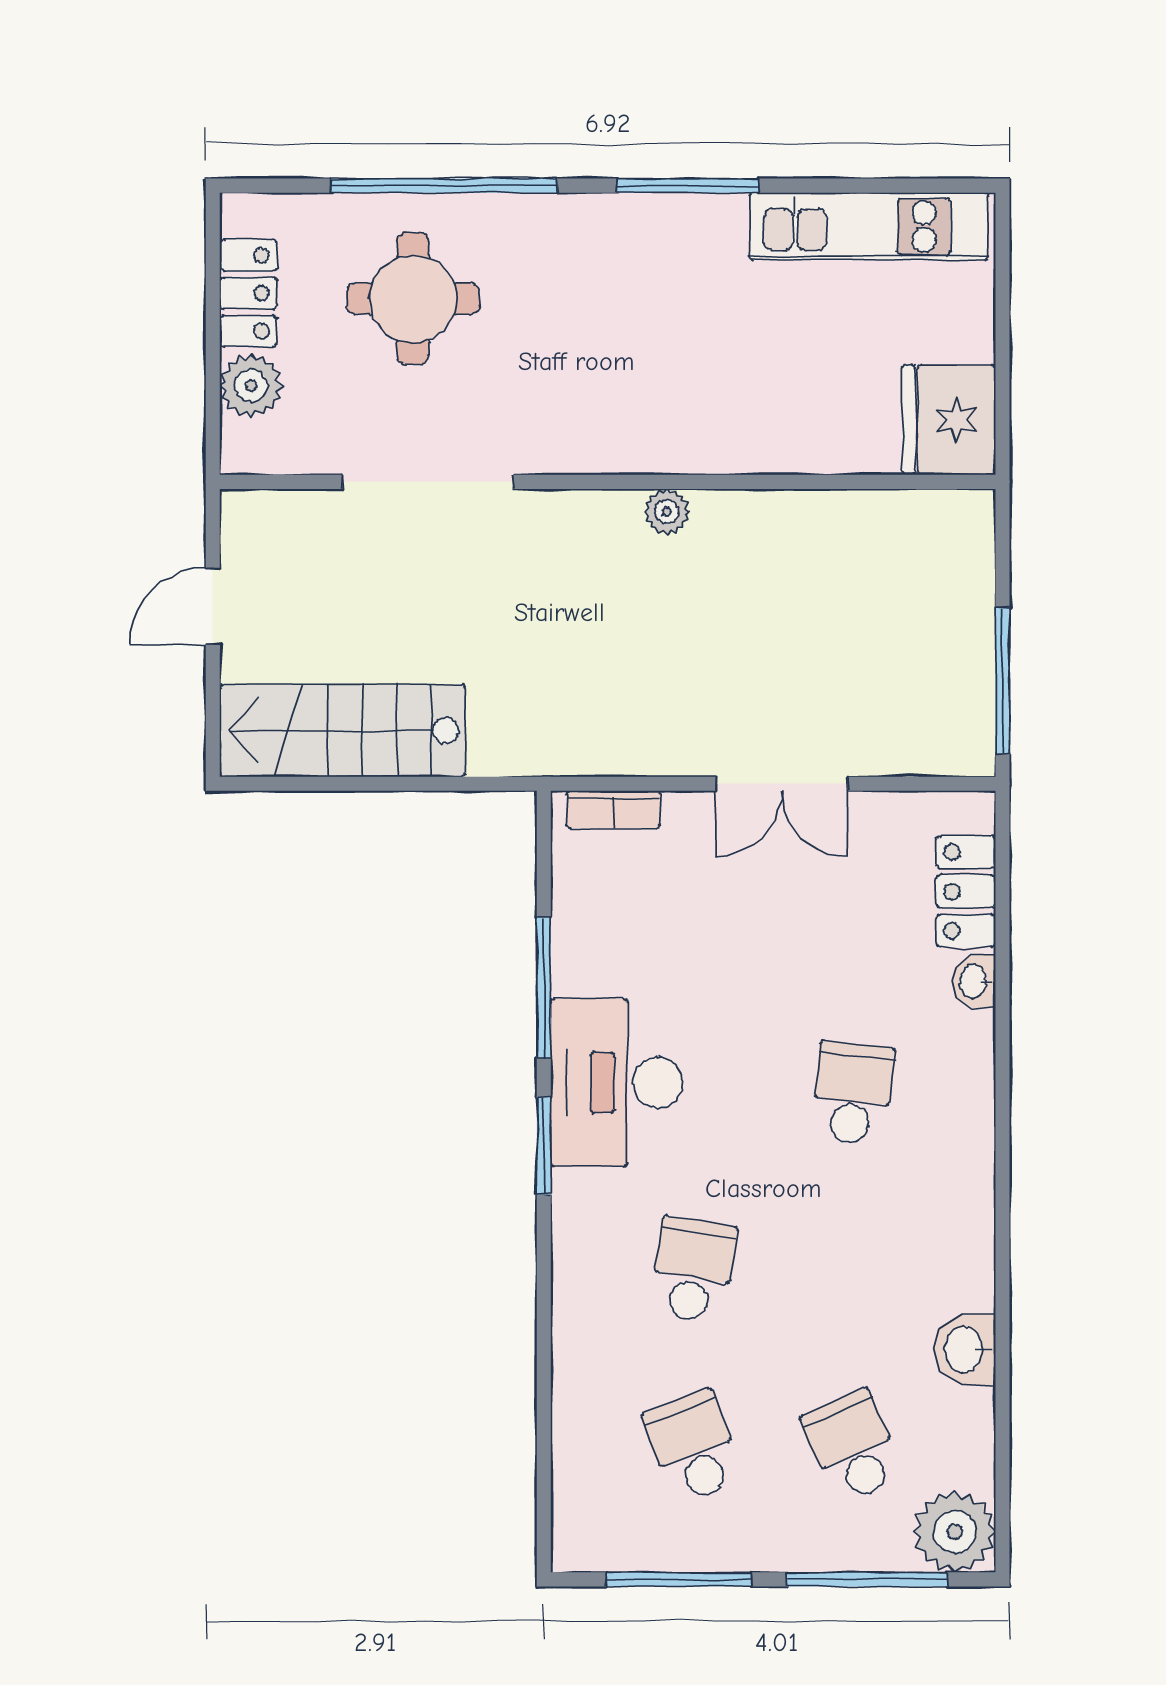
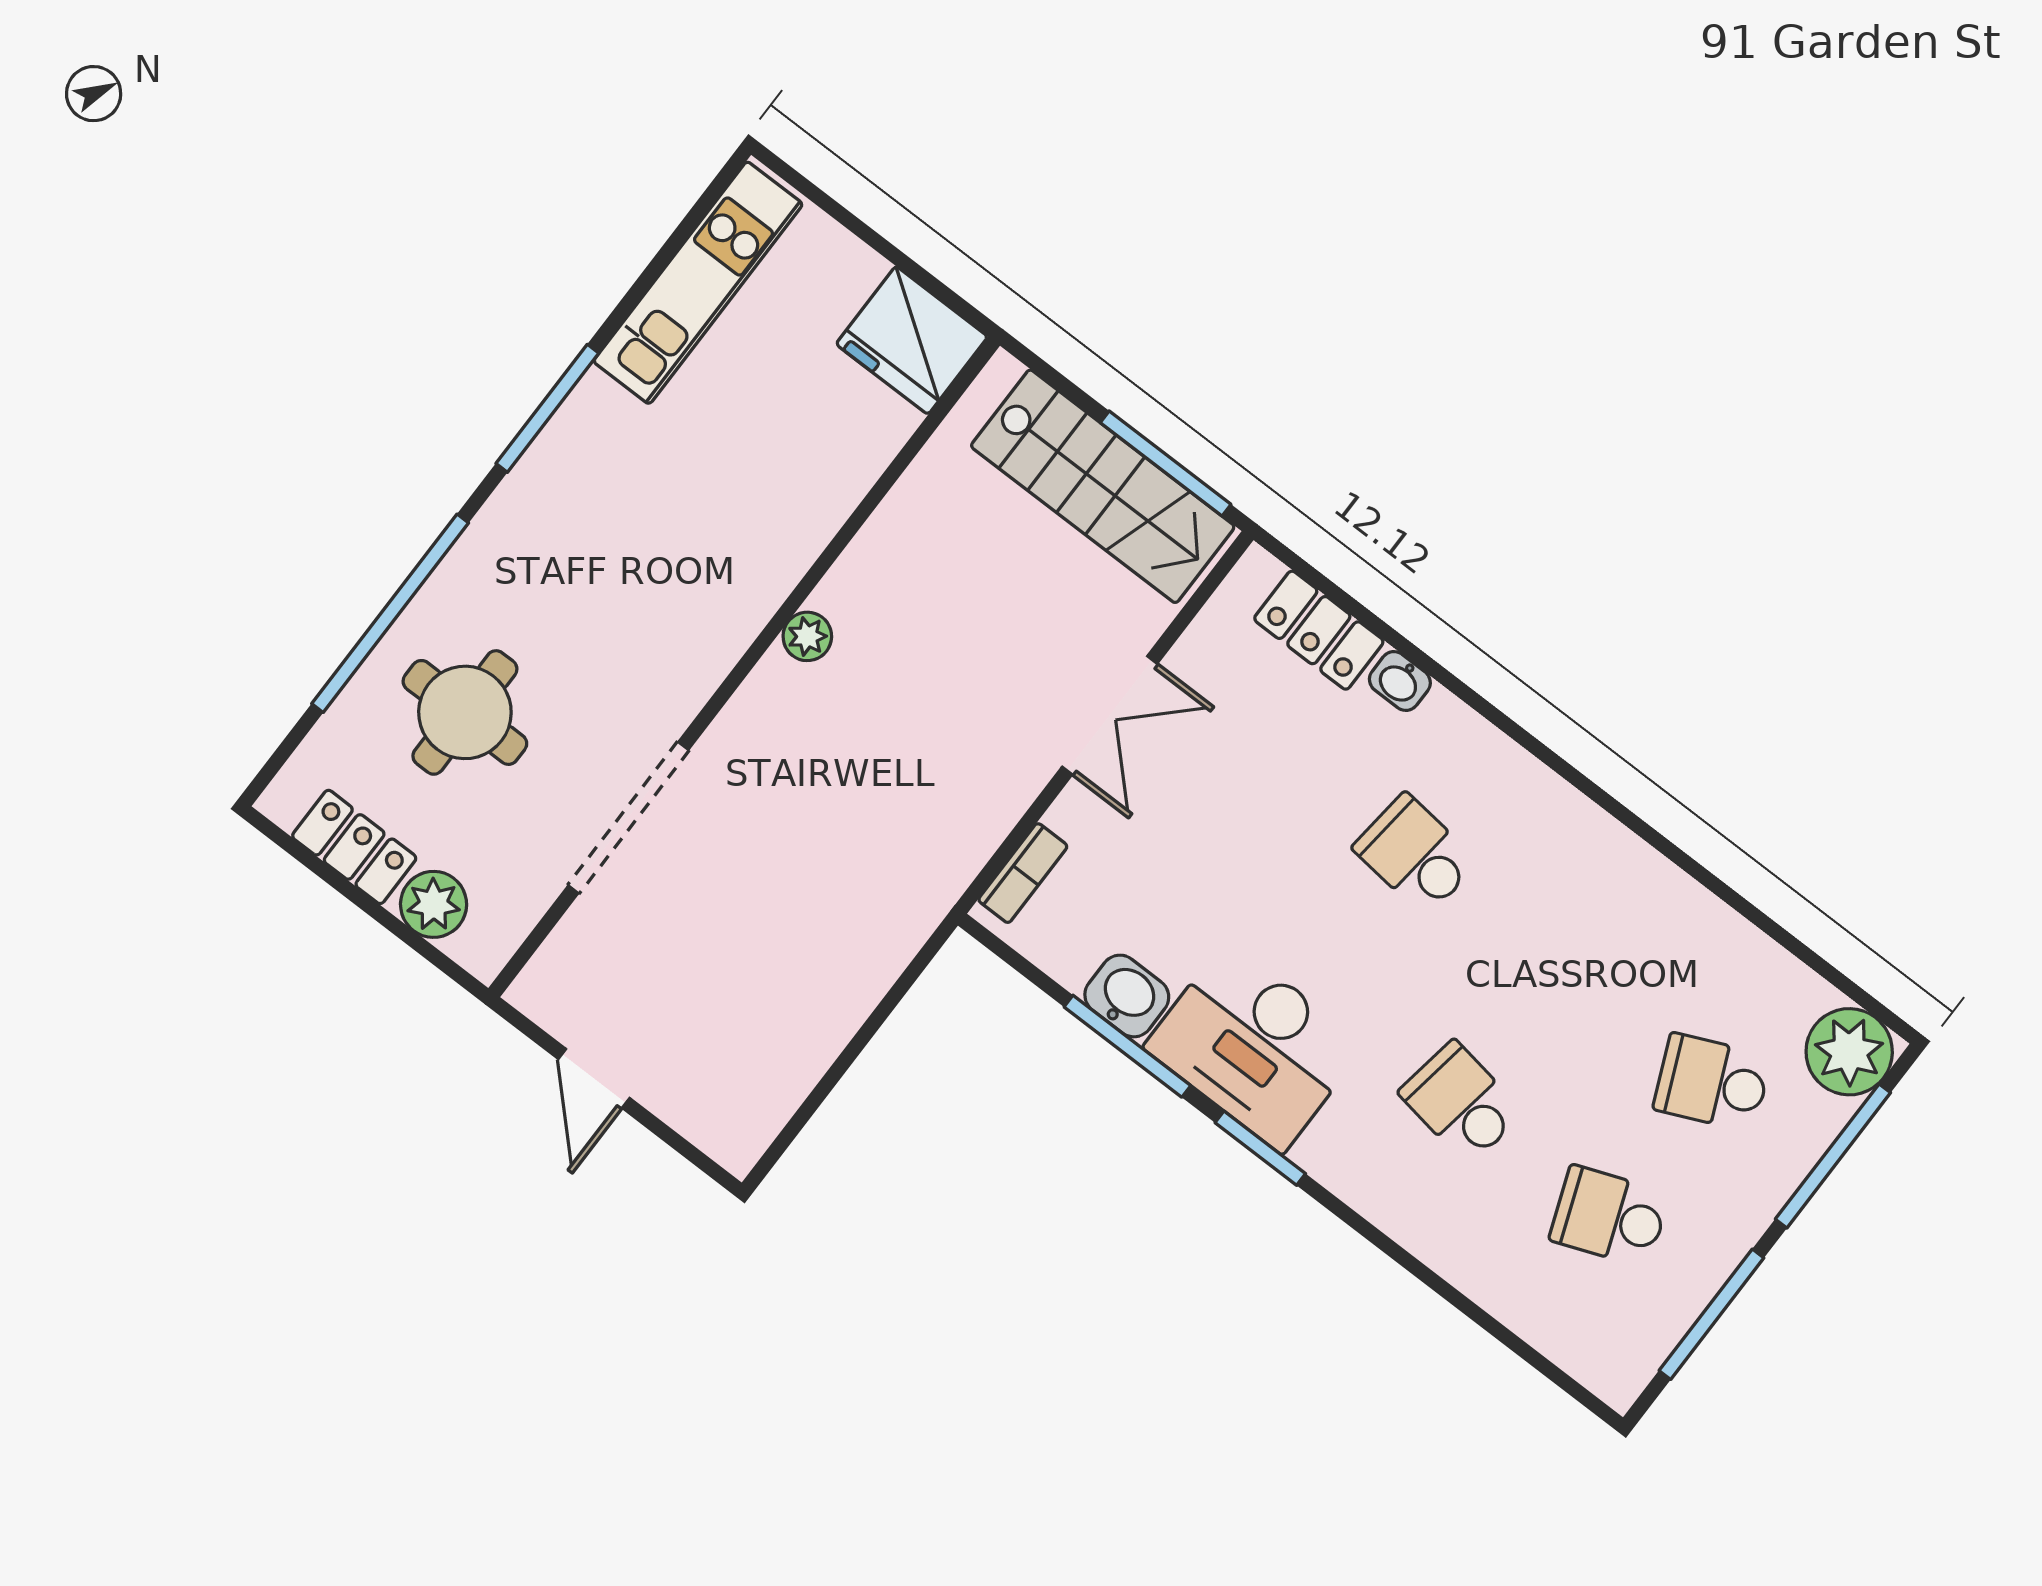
stairs: (342, 730) -> (1103, 486), moved, turned -90
washbasin: (965, 1350) -> (1127, 996), moved, turned 180

